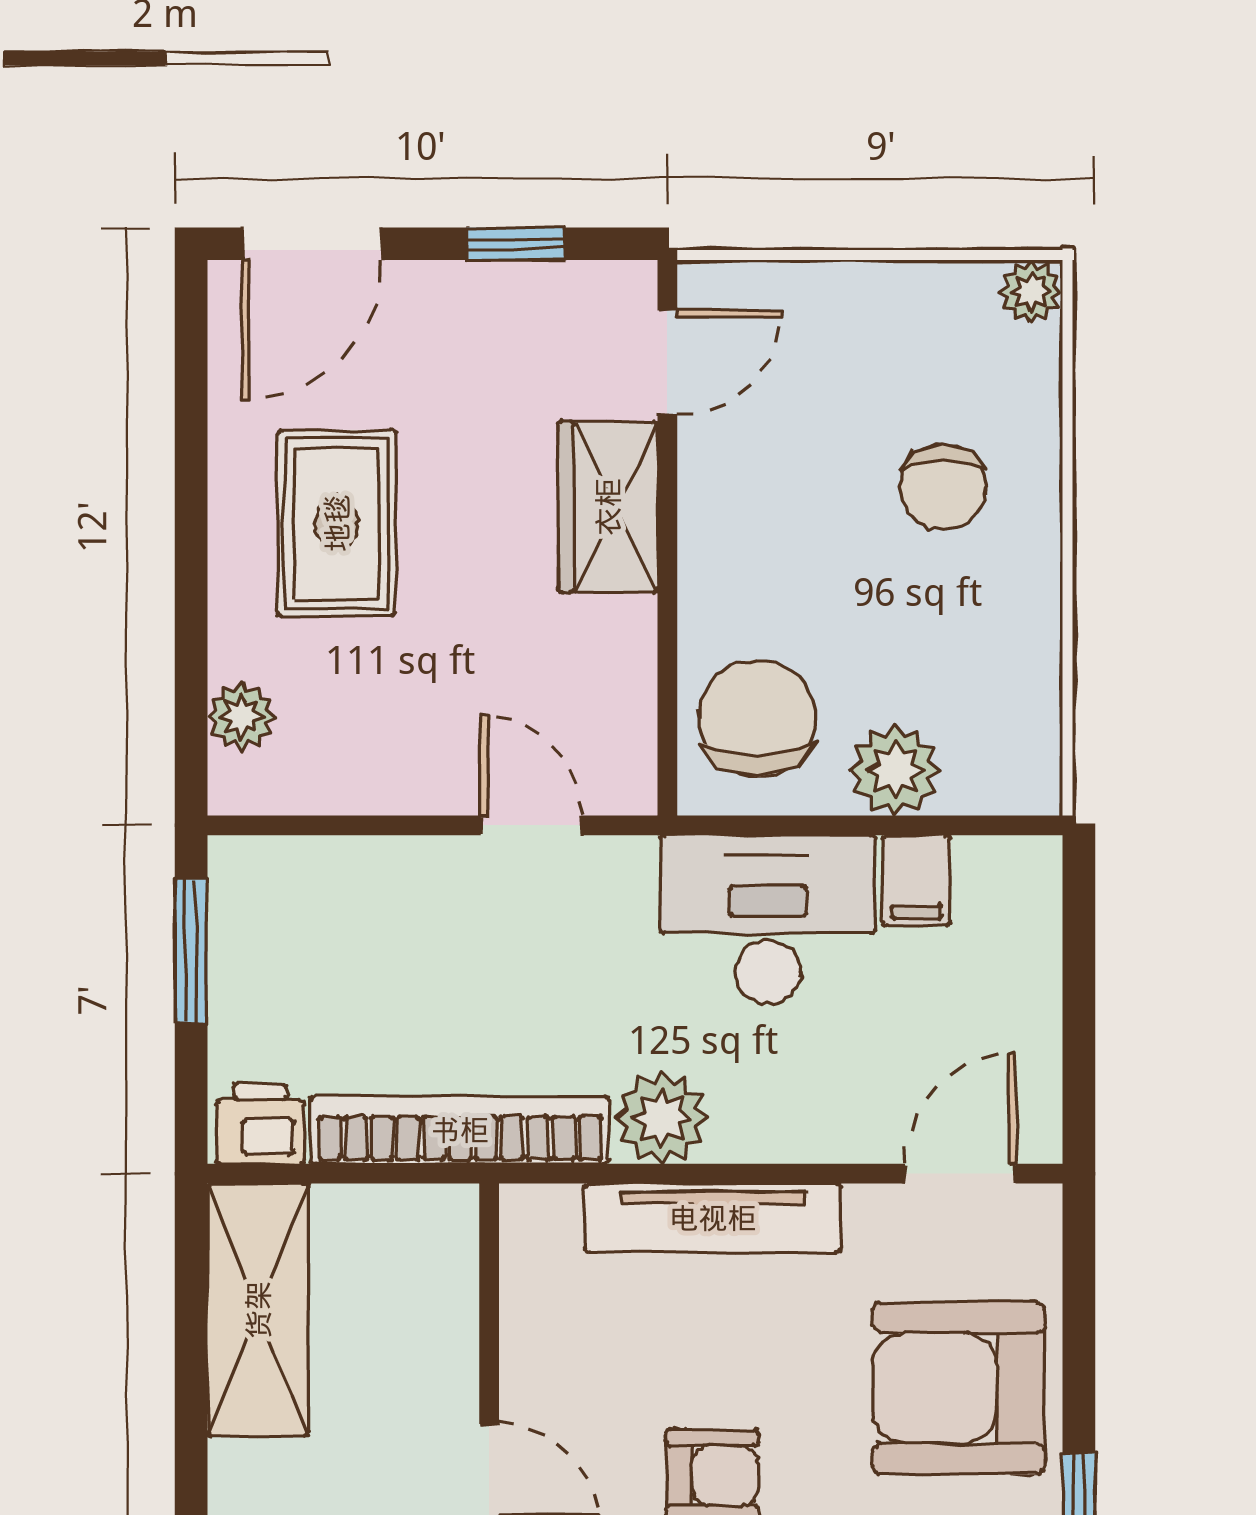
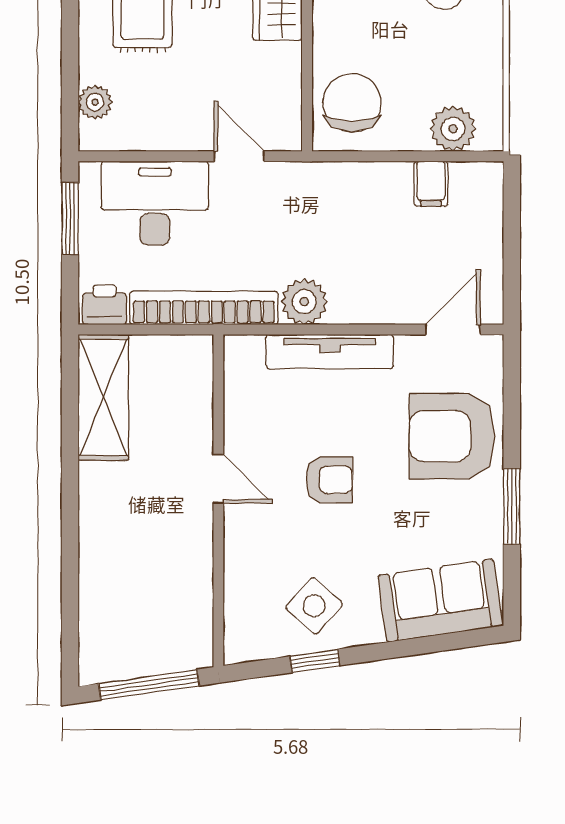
plant: (895, 770) -> (453, 129), moved
desk: (768, 920) -> (155, 203), moved

